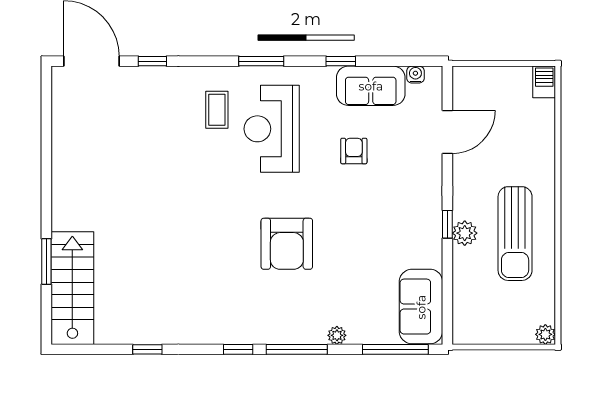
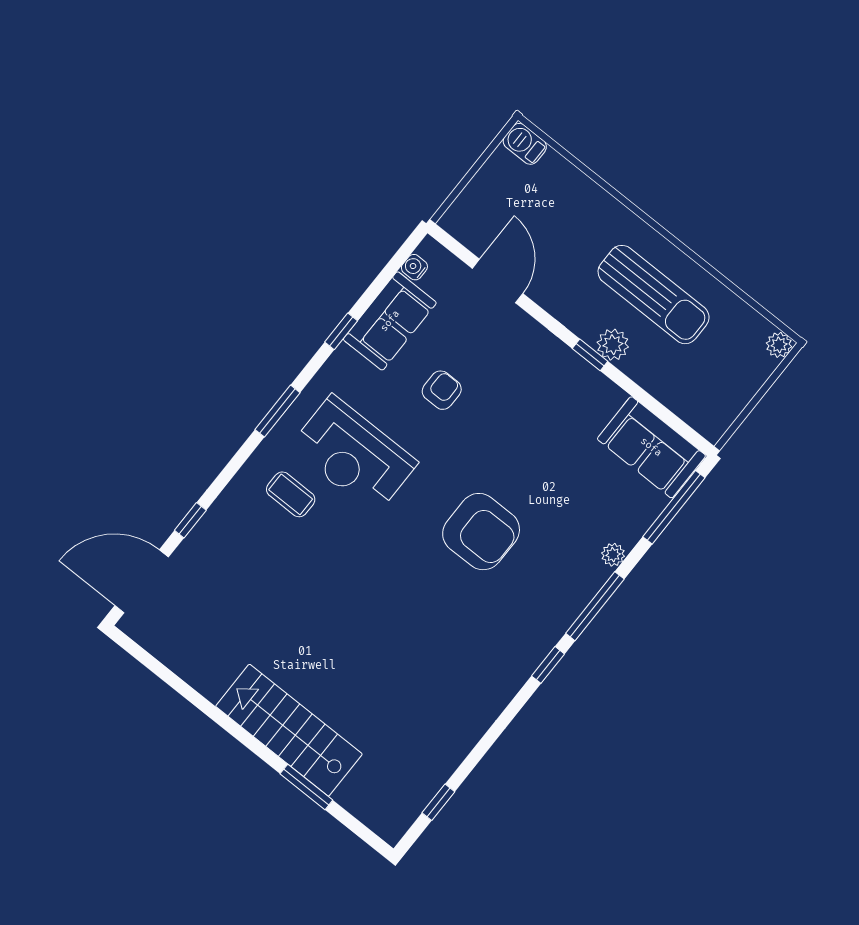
armchair: (354, 151) -> (442, 390), turned 90
stairs: (72, 288) -> (289, 730), moved
window: (147, 349) -> (438, 802), moved

